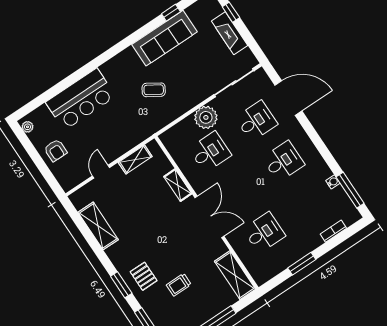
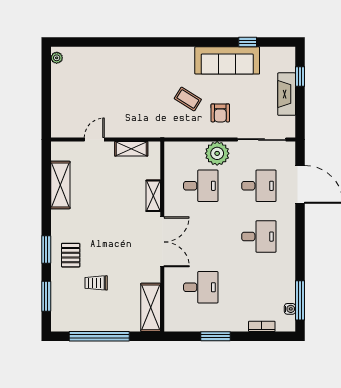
bar counter: (81, 99) -> (119, 65), removed
armchair: (55, 150) -> (220, 113), moved
water cooler: (333, 182) -> (290, 309), moved

